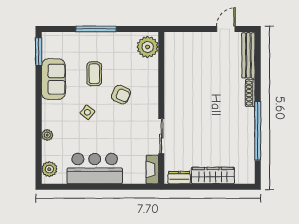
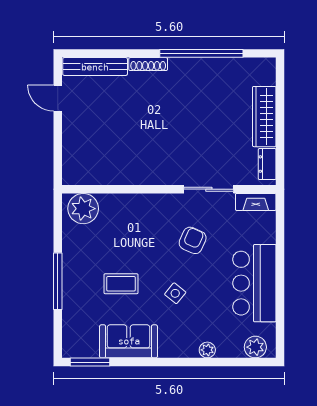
armchair: (121, 95) -> (193, 240), moved

